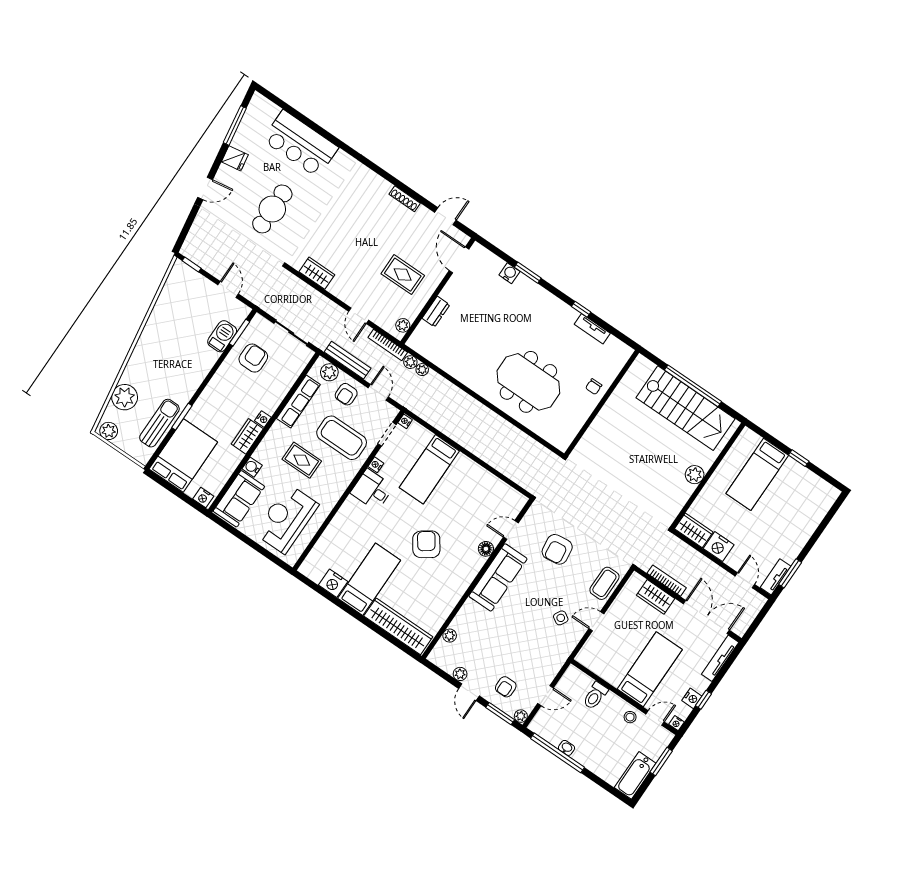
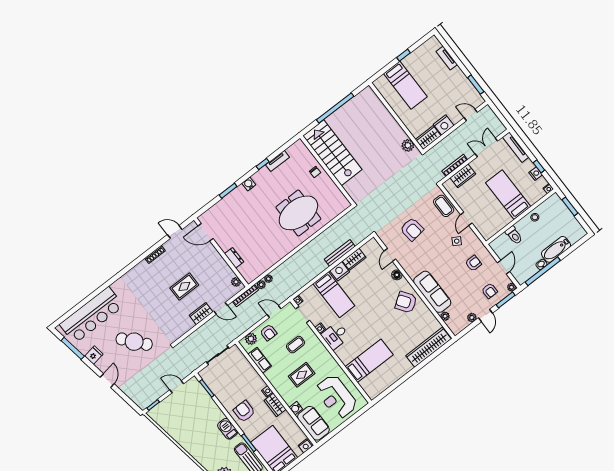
bar counter: (300, 144) -> (91, 315), width x1.36
cafe table: (272, 209) -> (134, 342), turned -40
door: (445, 216) -> (175, 232), hinge flipped
wardrobe: (317, 273) -> (201, 314), moved
water cooler: (509, 273) -> (249, 184), moved
rug: (403, 275) -> (184, 286), moved
barbecue: (222, 336) -> (228, 429), moved
armchair: (253, 358) -> (244, 411), moved
bench: (348, 360) -> (340, 253), moved
row of seats: (298, 401) -> (260, 360), width x0.68
stairs: (685, 408) -> (332, 153), moved, turned -90
coffee table: (342, 438) -> (296, 345), width x0.54, depth x0.58
plant: (695, 475) -> (408, 145), moved
wardrobe: (489, 482) -> (354, 259), added
armchair: (426, 544) -> (406, 302), moved
sofa: (498, 577) -> (432, 292), moved
tv unit: (776, 577) -> (447, 58), moved
bed: (369, 579) -> (369, 361), moved, turned 90
nightstand: (333, 583) -> (340, 271), moved, turned 180
double door: (706, 617) -> (486, 147), width x0.73
armchair: (537, 651) -> (473, 263), added
door: (469, 692) -> (485, 316), hinge flipped
door: (655, 718) -> (541, 201), removed
bathtub: (635, 775) -> (556, 249), moved, turned 90

